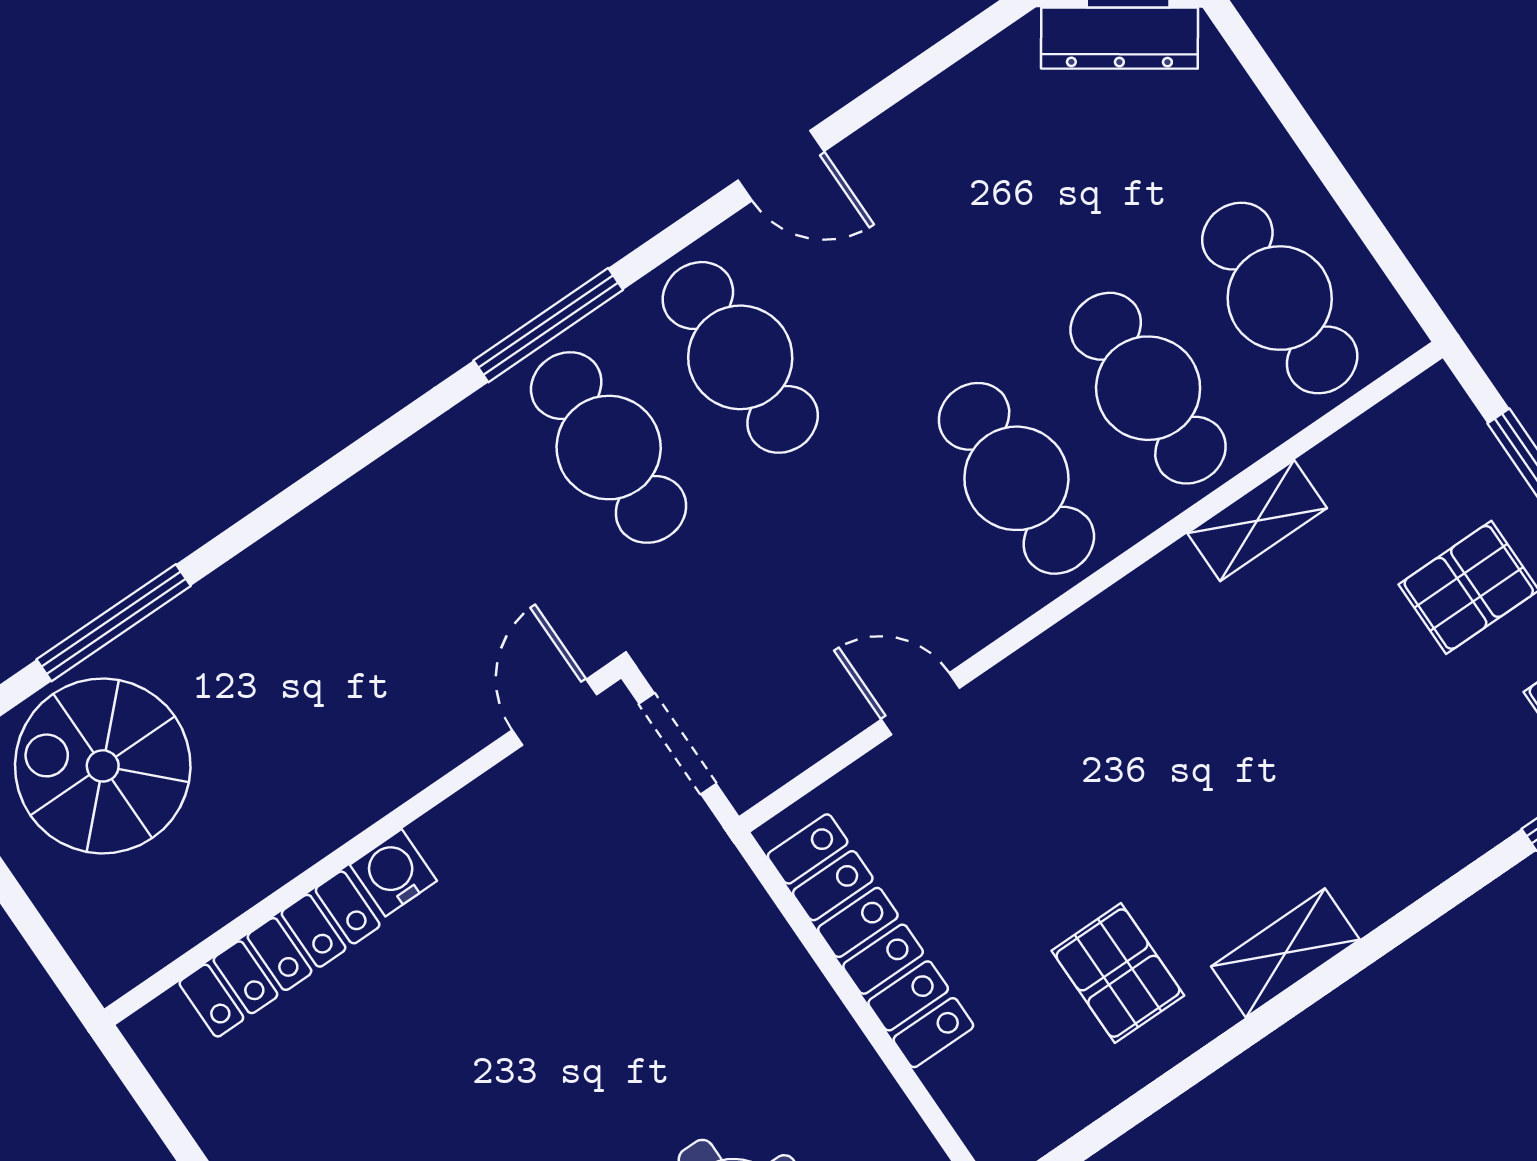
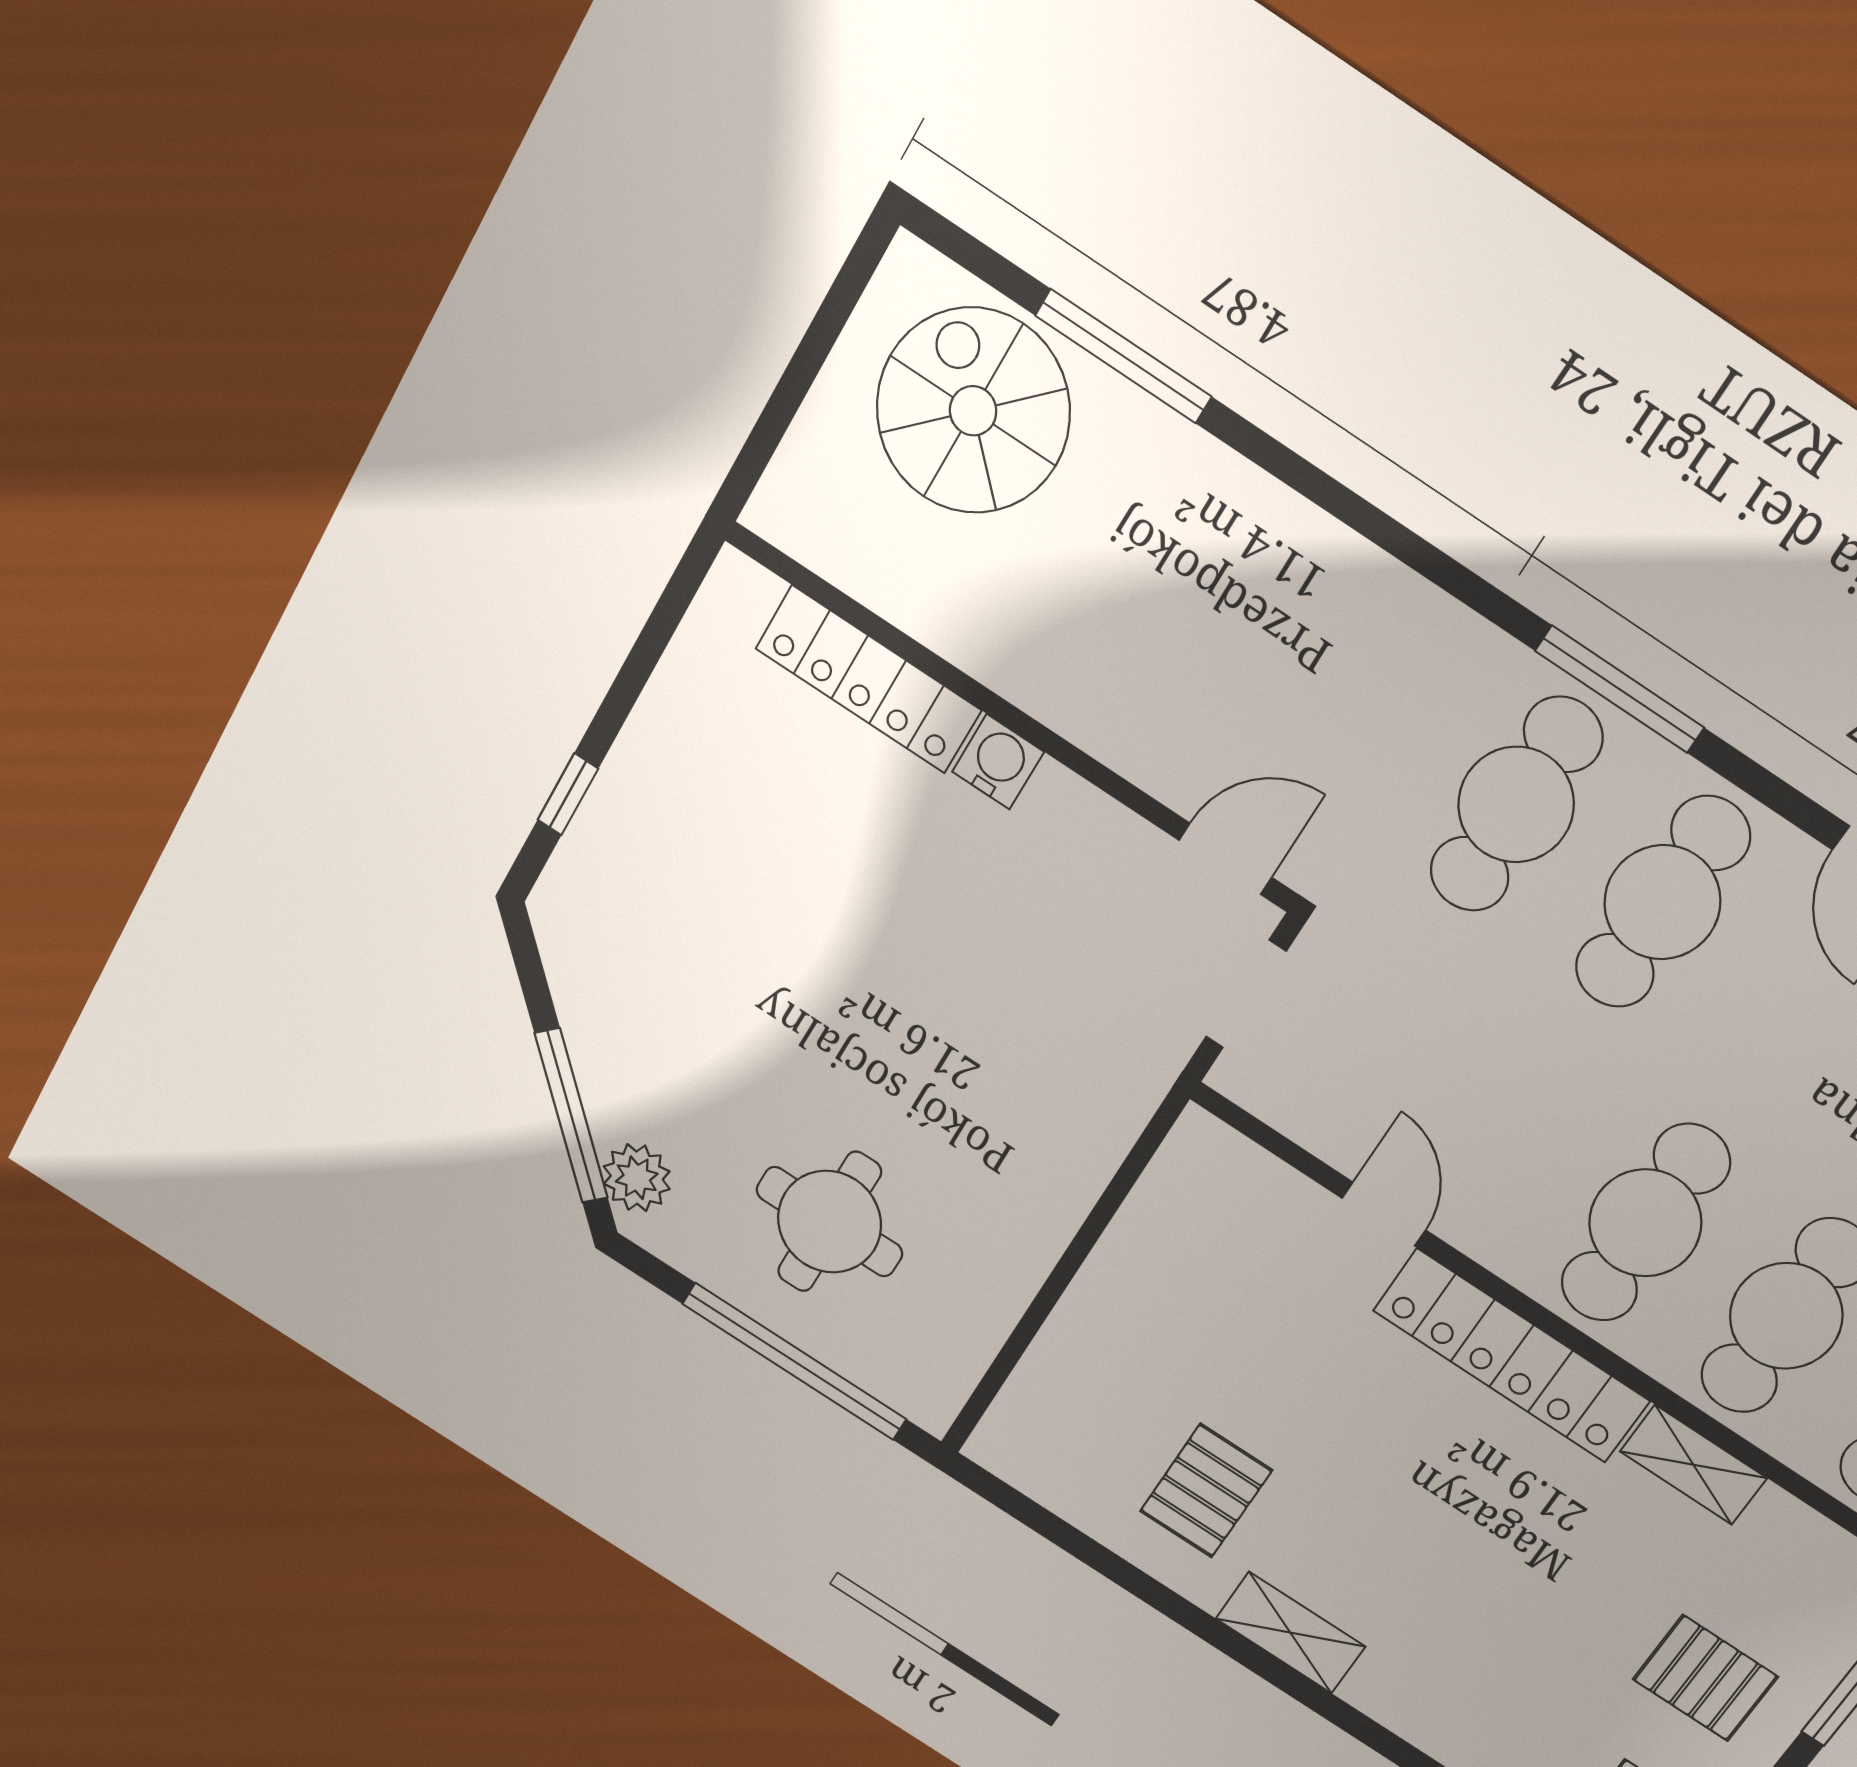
locker: (870, 941) -> (1511, 1356), moved, turned 90

